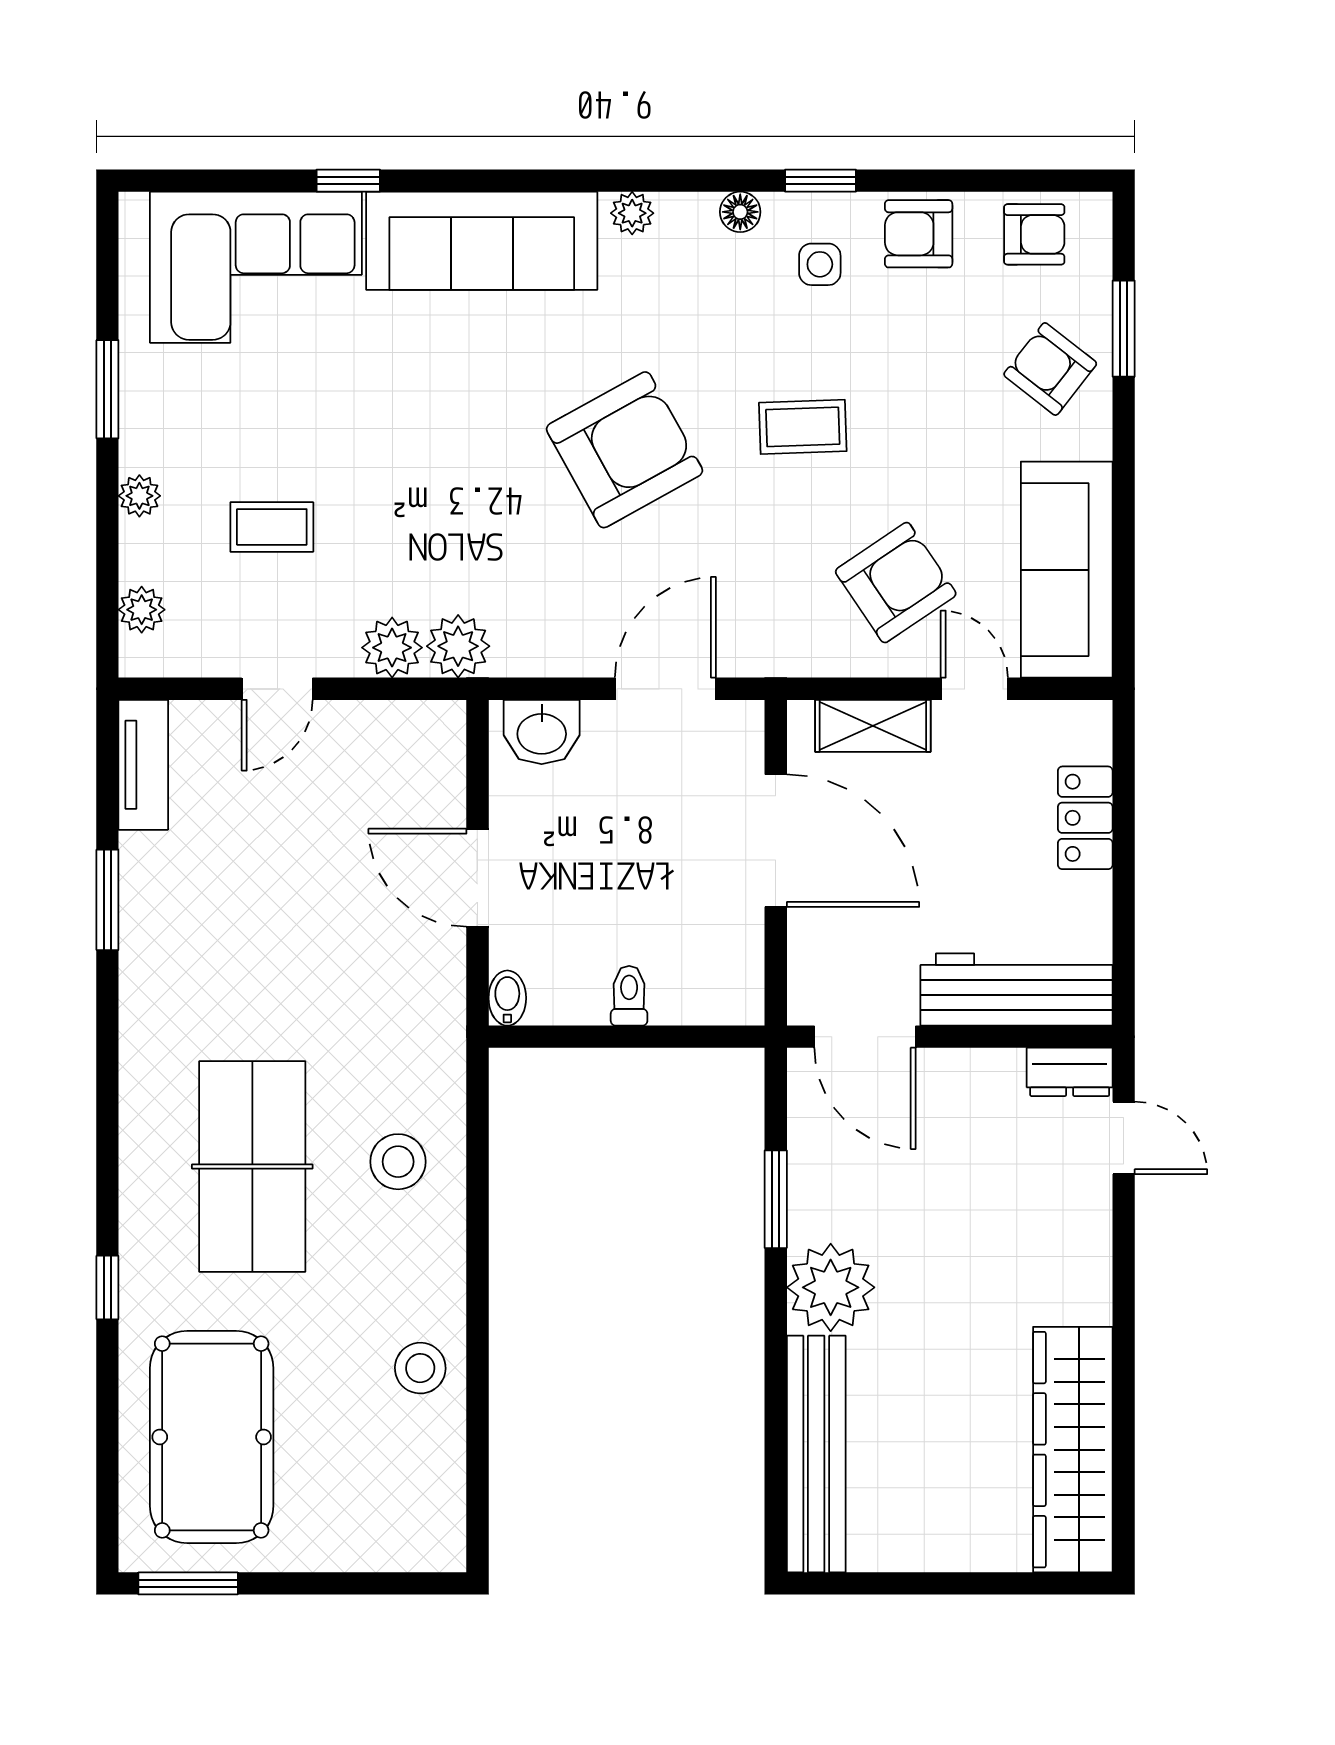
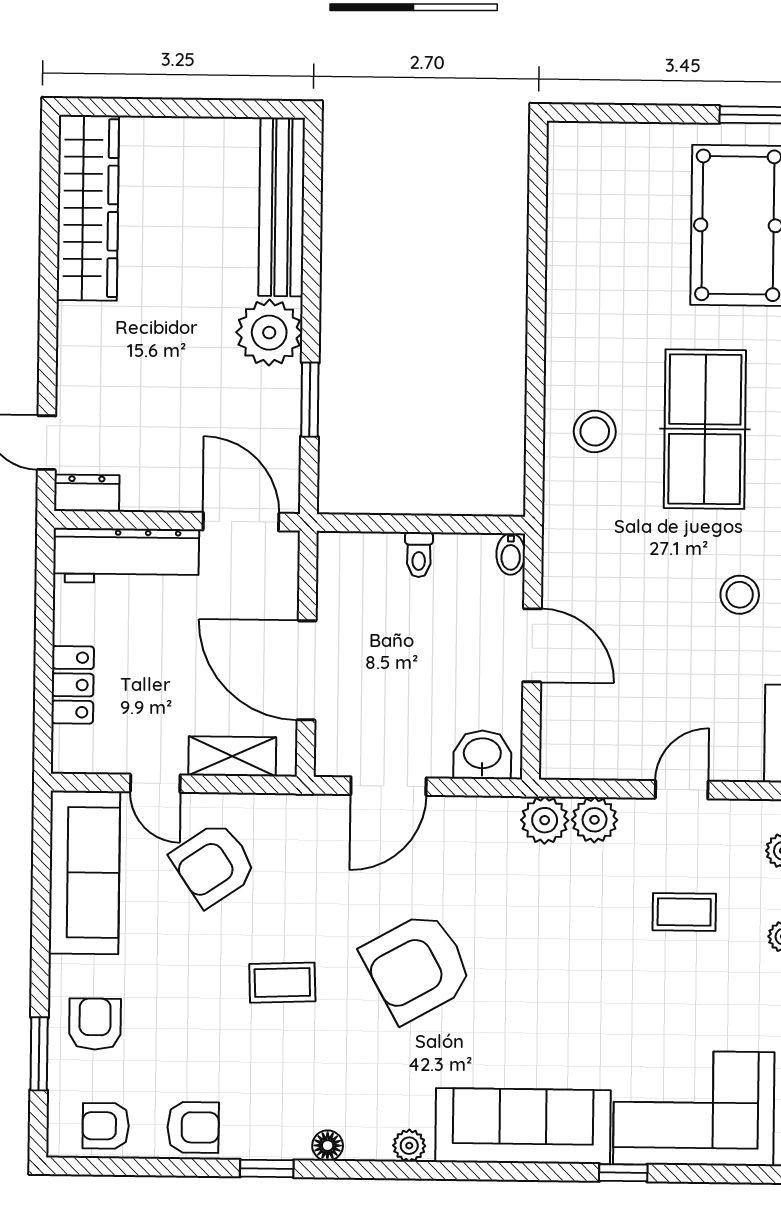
side table: (820, 264) -> (268, 1105), removed
armchair: (1050, 369) -> (95, 1024), turned -128
stool: (420, 1368) -> (740, 595), moved

